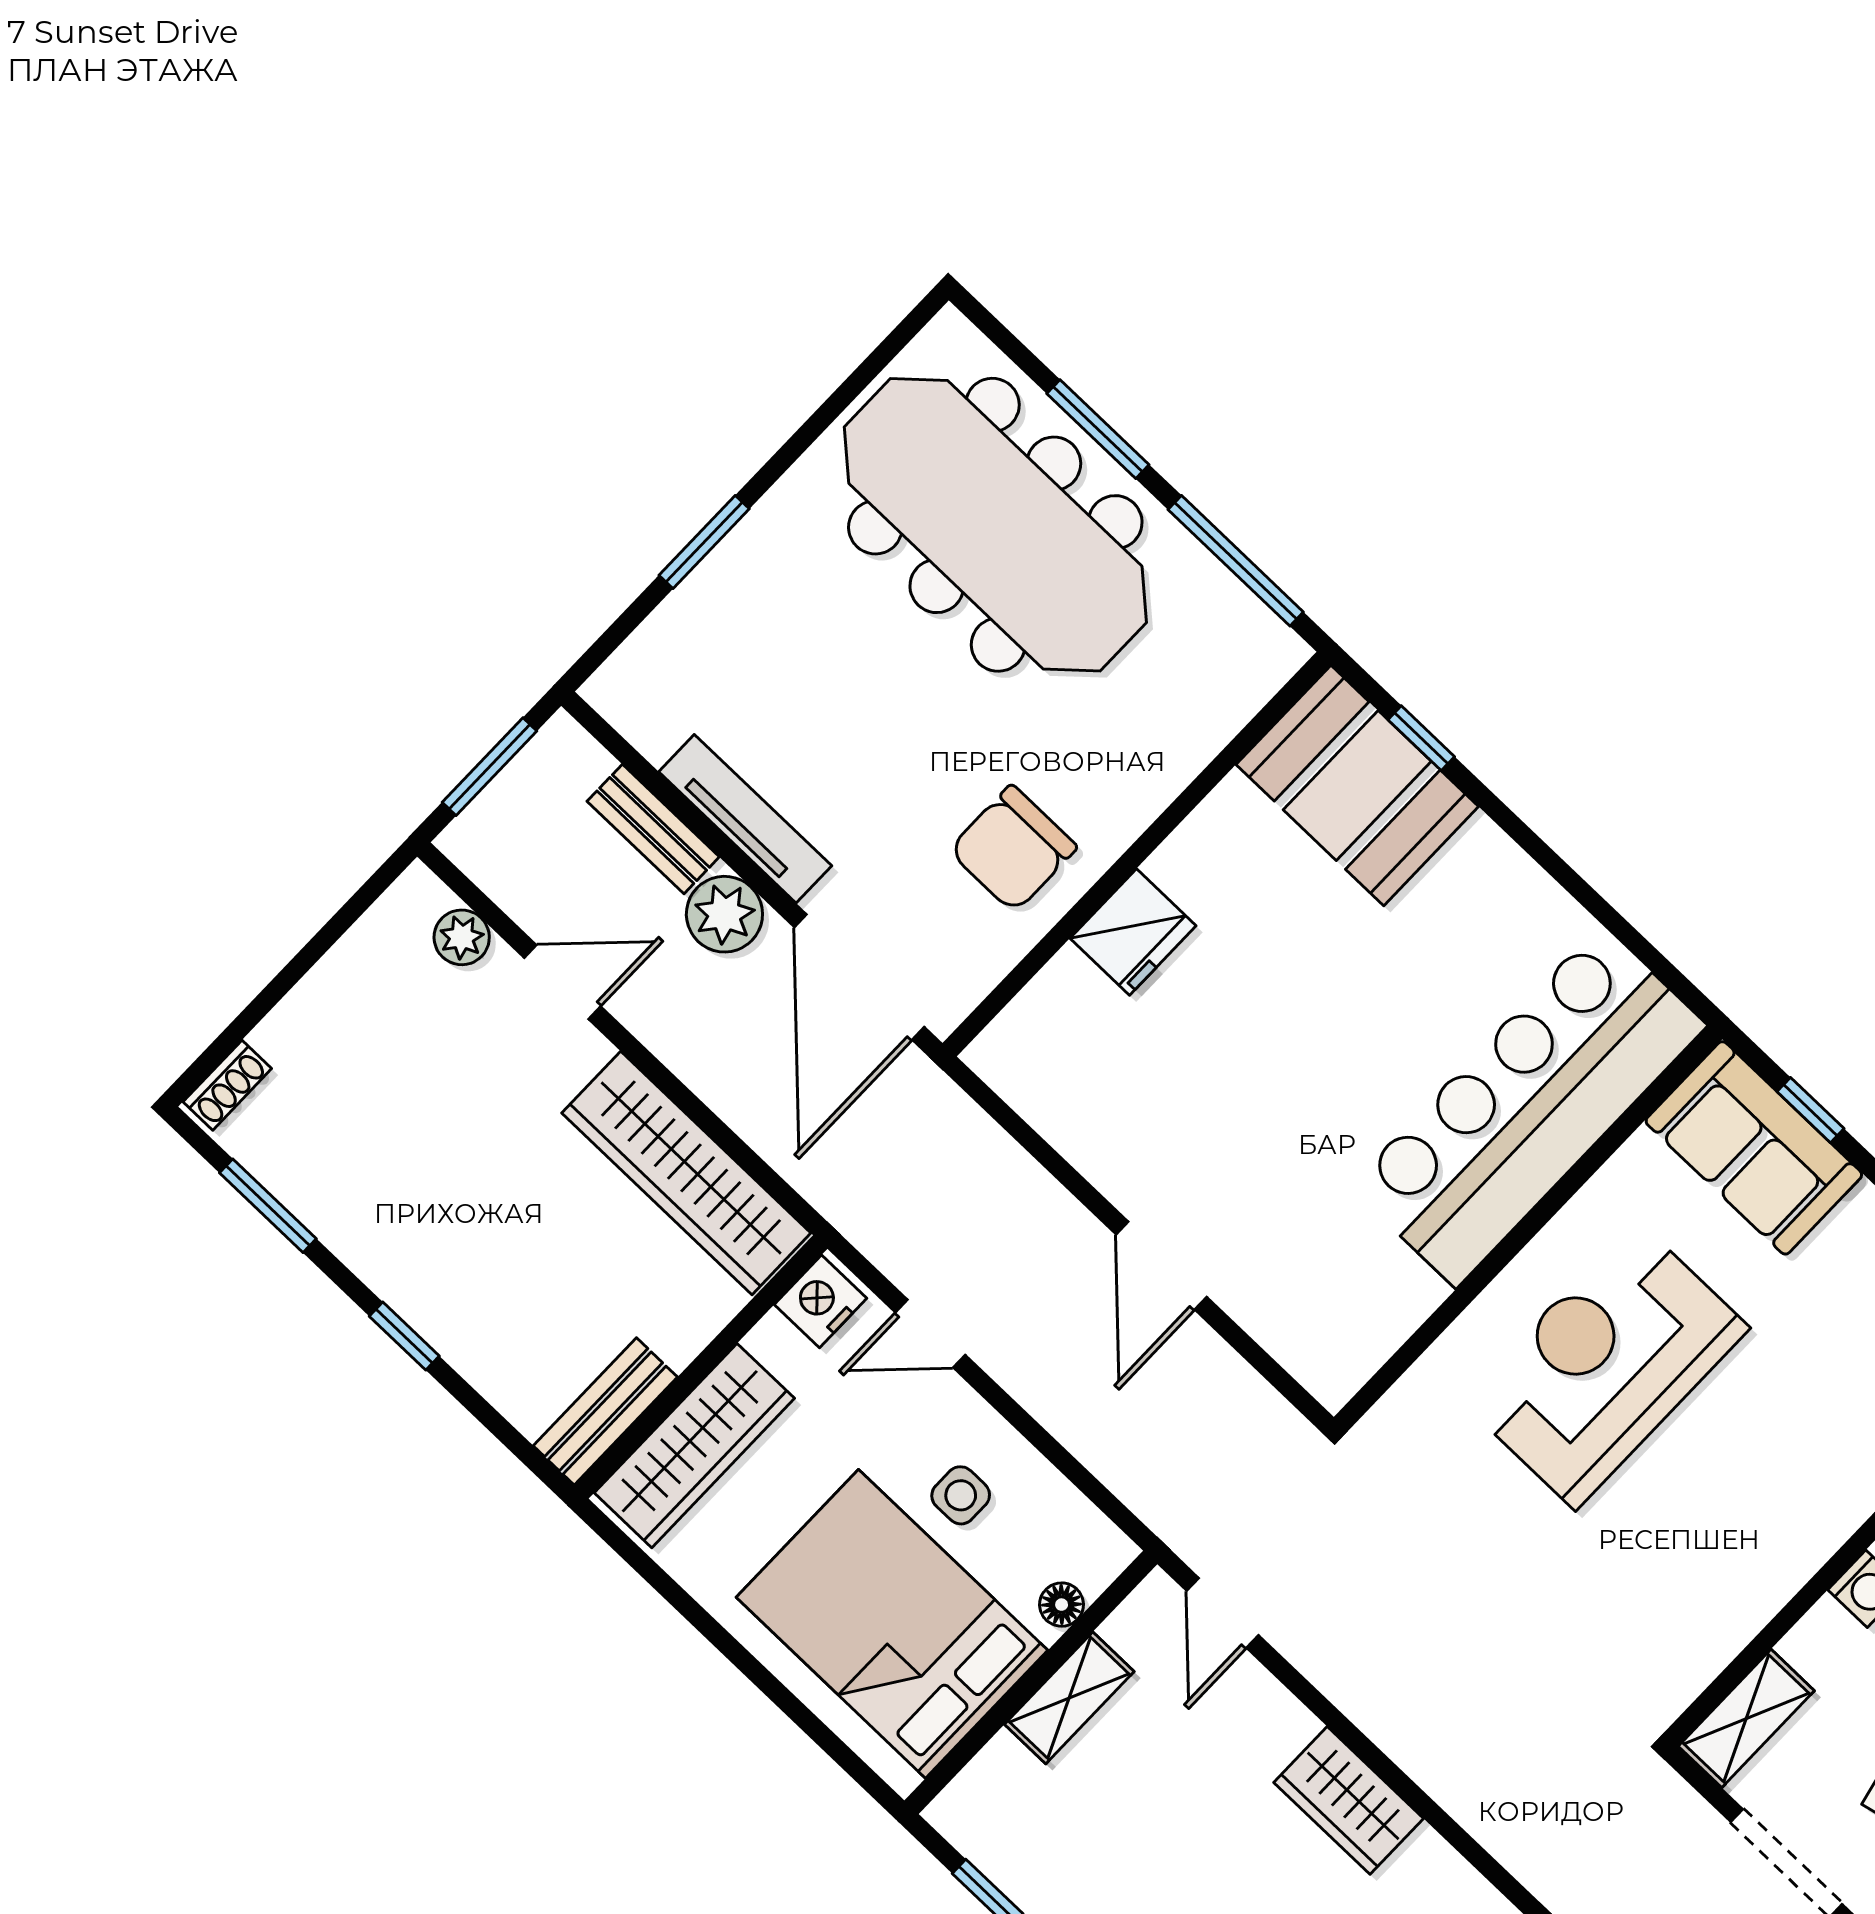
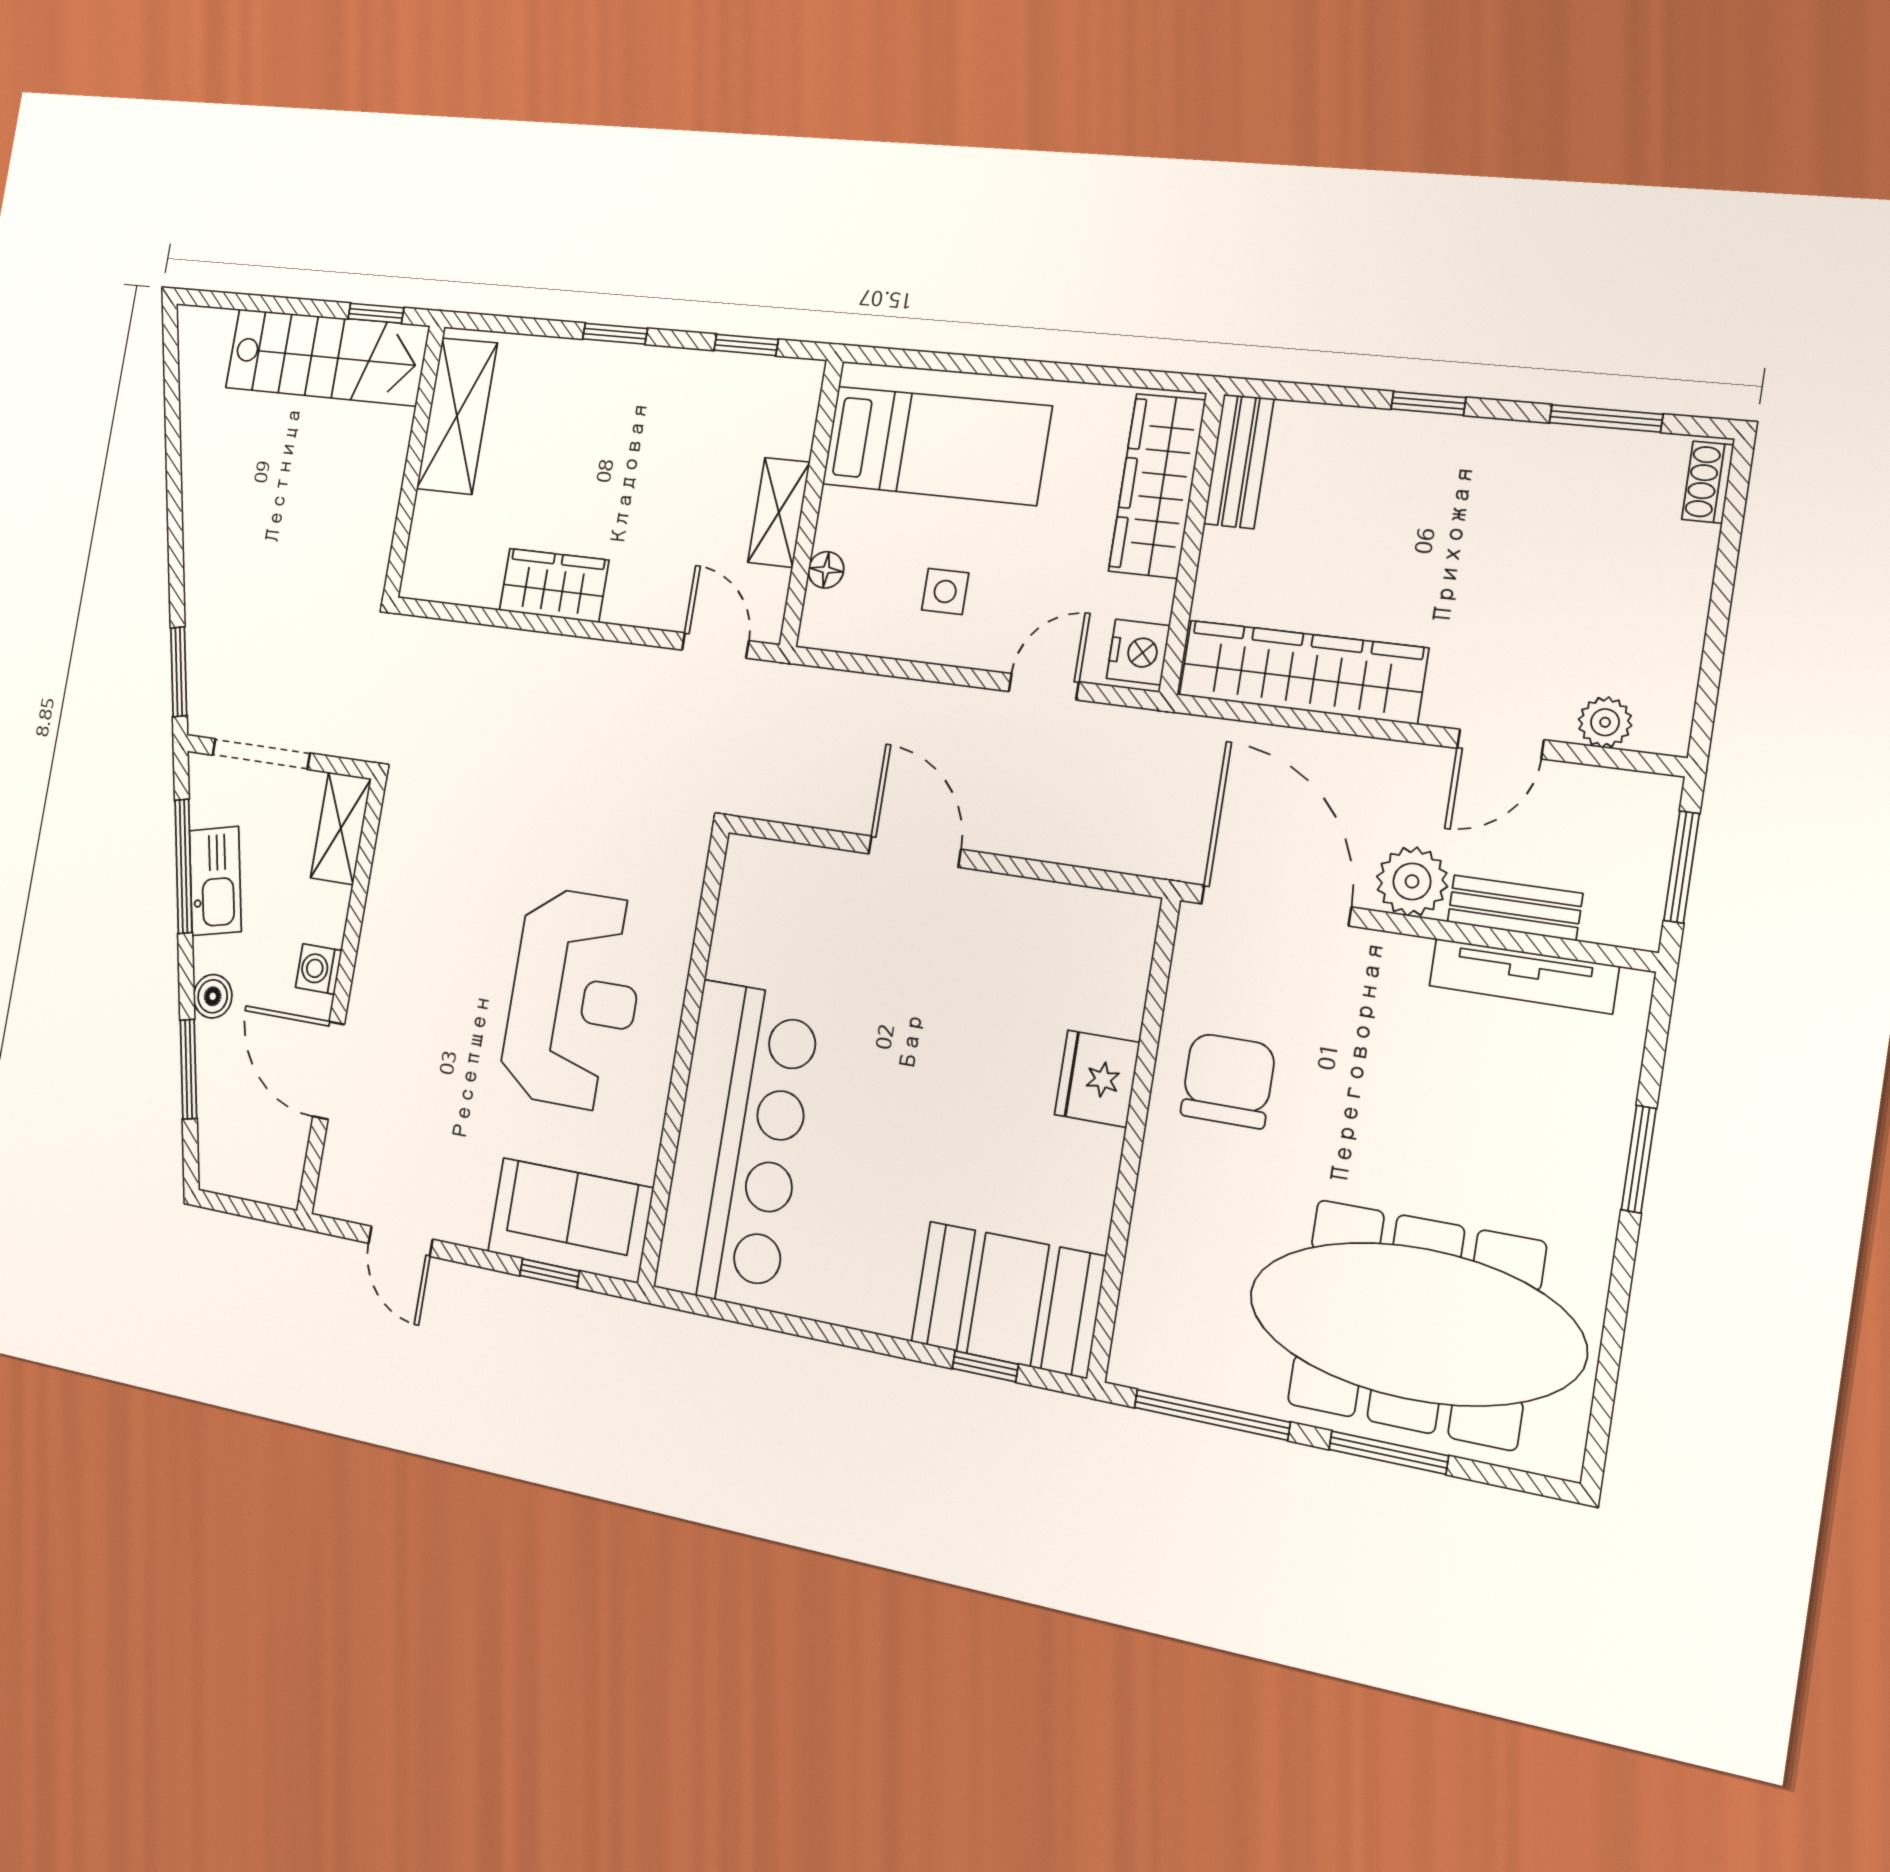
tv unit: (745, 819) -> (1523, 976), moved
bed: (892, 1624) -> (936, 445), width x0.67

